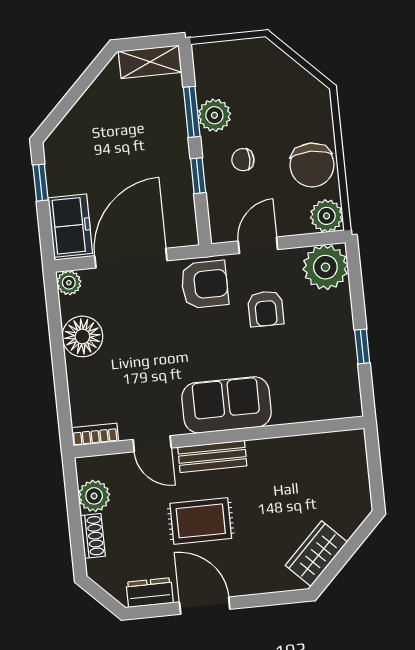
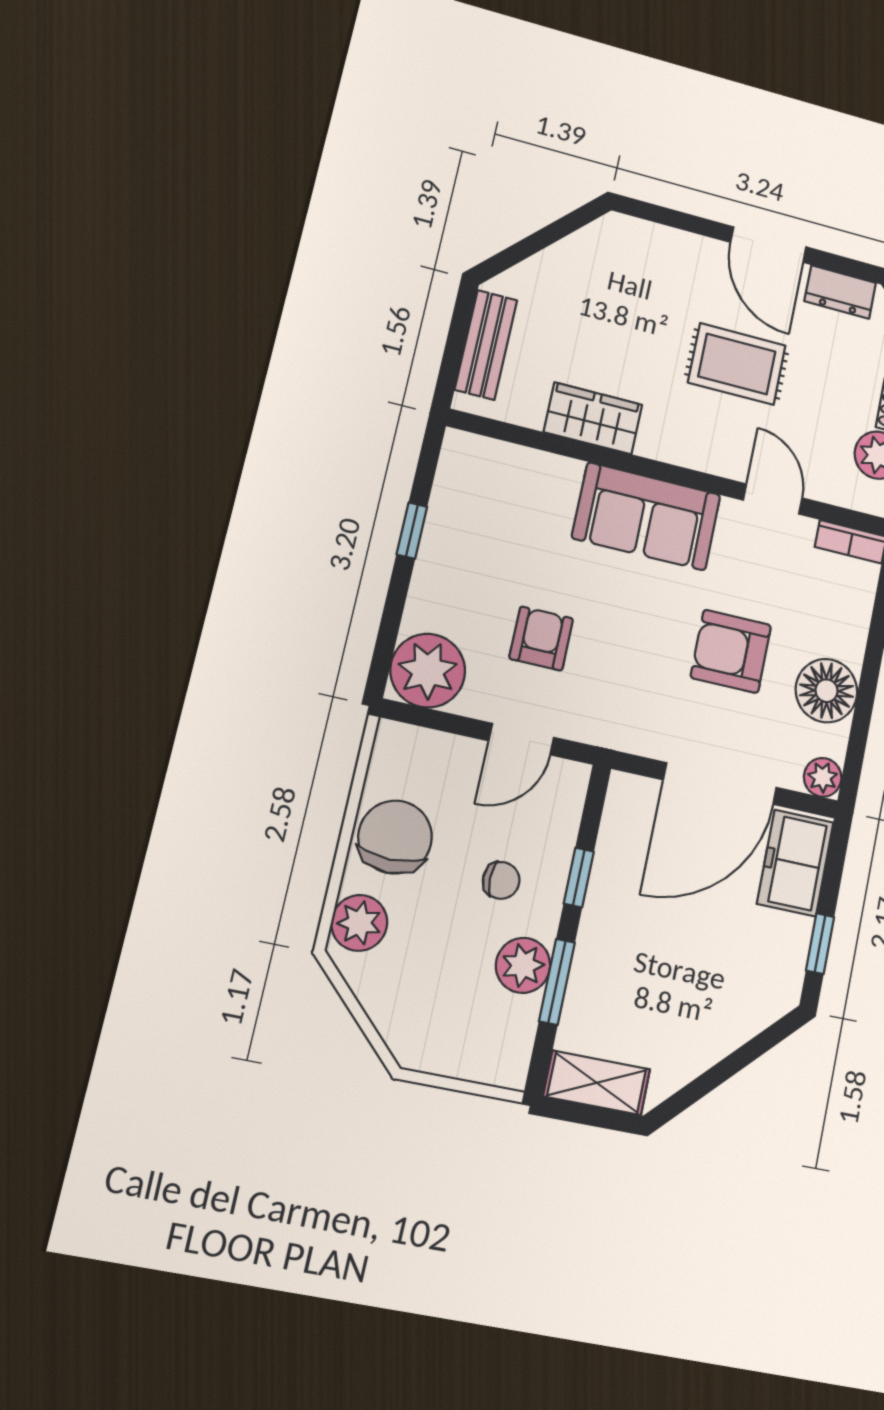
plant: (327, 216) -> (359, 923), moved
armchair: (205, 284) -> (731, 651), moved
bench: (212, 456) -> (486, 345), moved, turned 90
wardrobe: (316, 554) -> (593, 418), moved, turned -135

